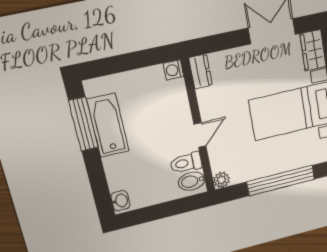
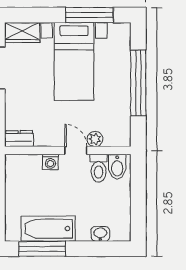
washing machine: (174, 70) -> (50, 162), moved
plant: (221, 180) -> (95, 139), moved
washbasin: (120, 201) -> (100, 234), moved

